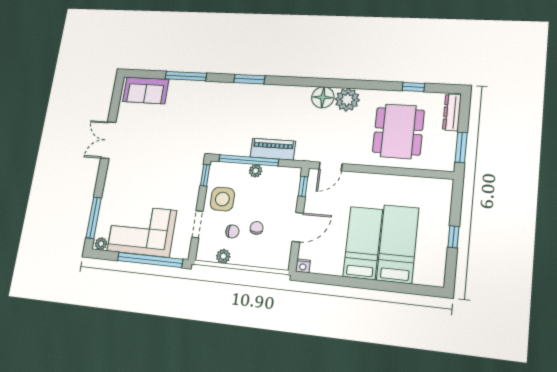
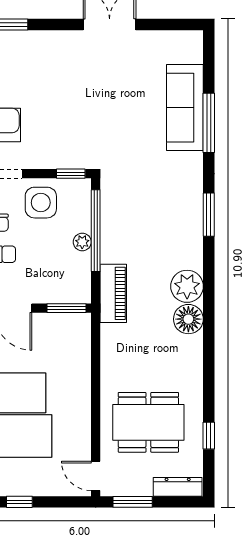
sofa: (146, 90) -> (185, 108), moved, width x1.36
plant: (347, 100) -> (187, 286), moved
piano: (273, 149) -> (113, 293), moved
door: (331, 166) -> (96, 476), moved
window: (303, 186) -> (67, 308), width x1.50

